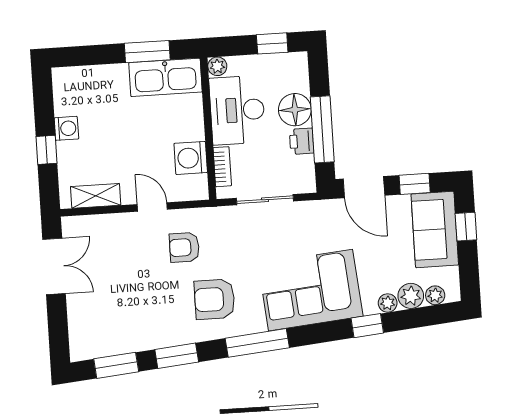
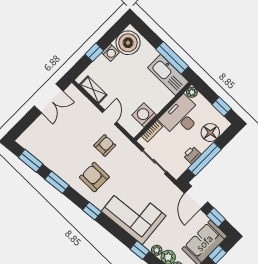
window: (147, 52) -> (172, 58), width x1.44
boiler: (74, 93) -> (128, 43), added
floor lamp: (295, 110) -> (210, 133), moved
armchair: (184, 247) -> (105, 145), turned 90
window: (257, 343) -> (92, 211), width x0.46

